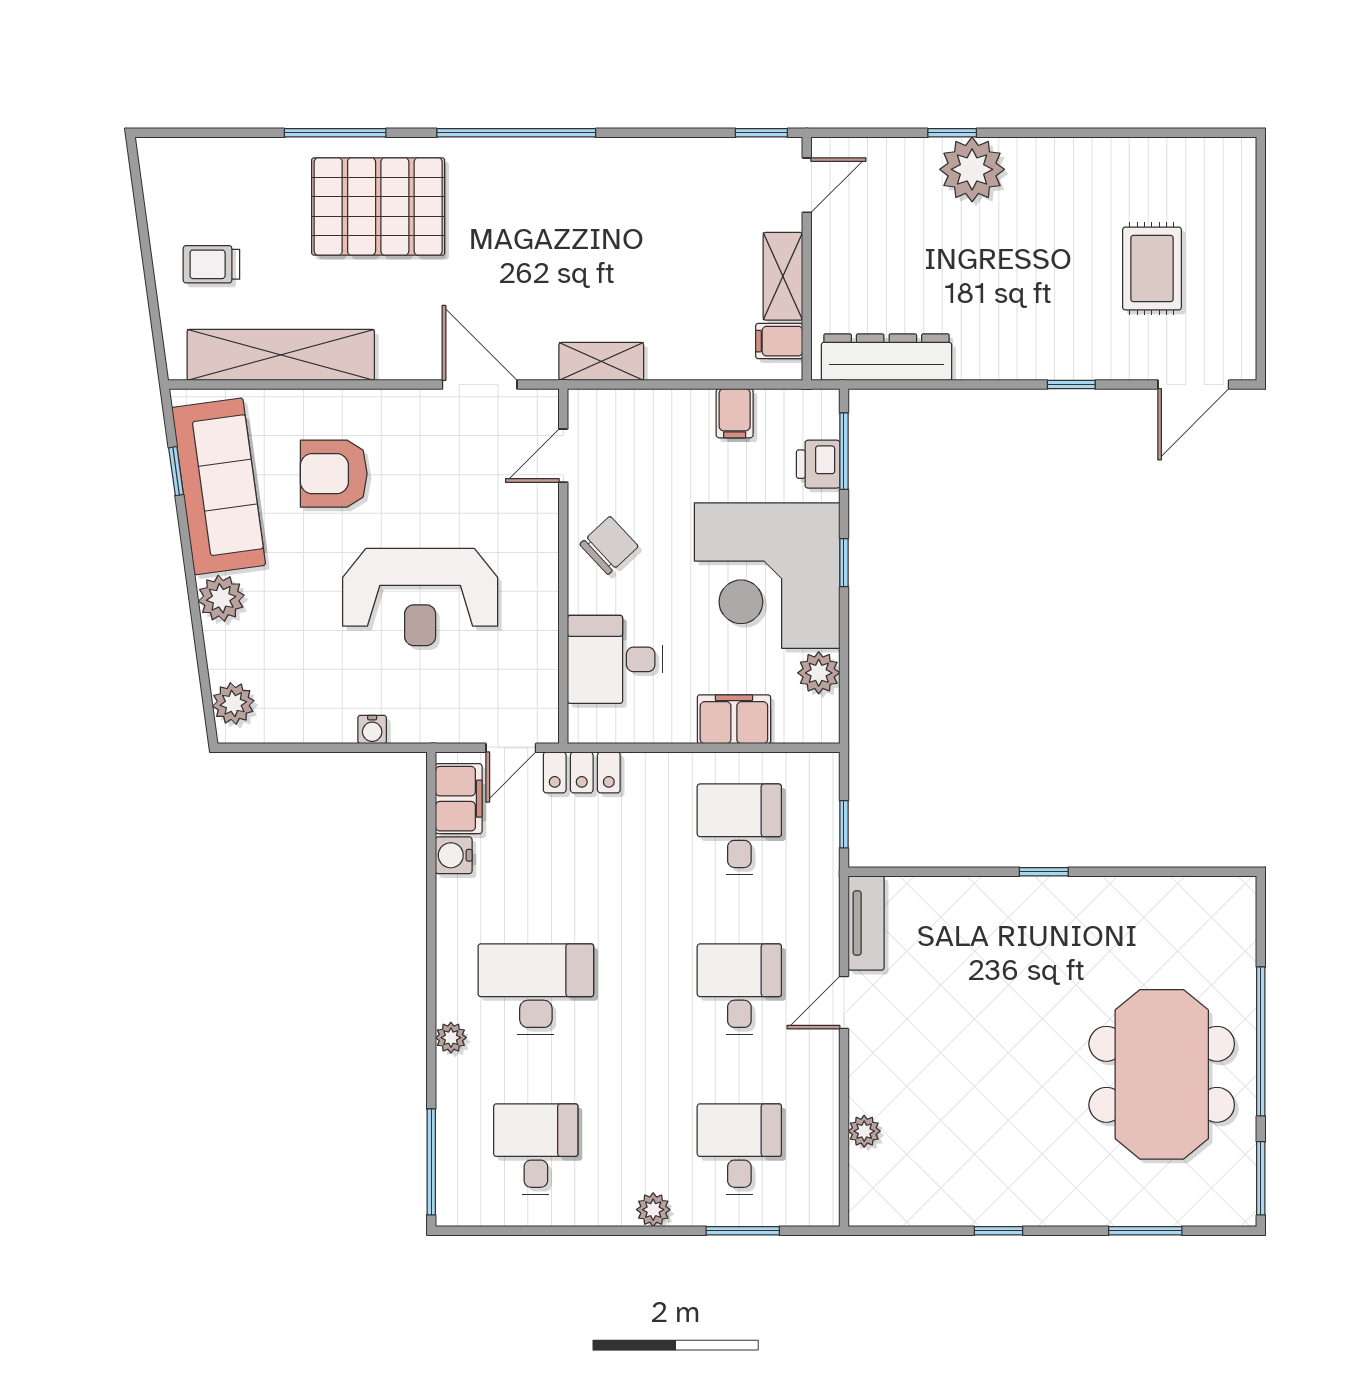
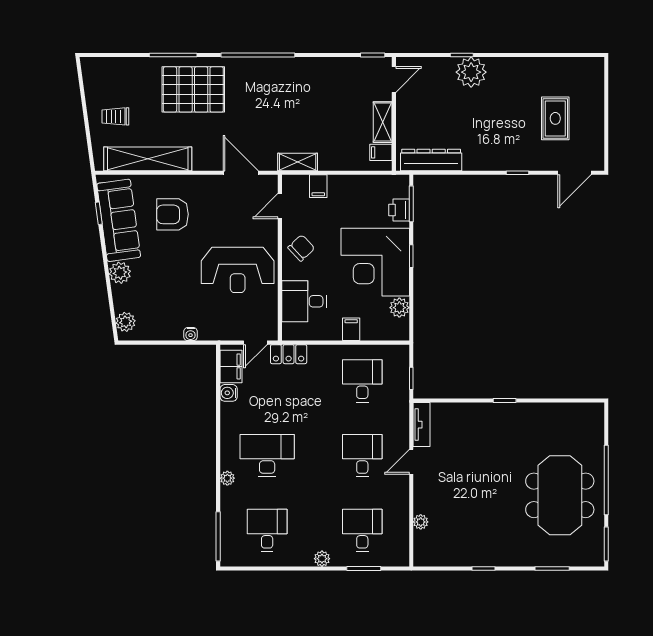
filing cabinet: (735, 413) -> (318, 186), moved
reception desk: (420, 597) -> (238, 270), moved
filing cabinet: (734, 719) -> (351, 329), width x0.50

